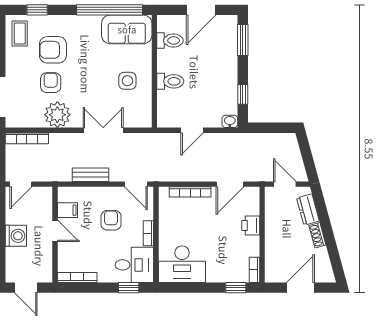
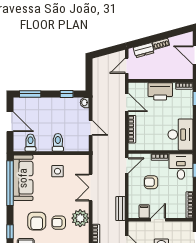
sofa: (127, 29) -> (23, 178), width x1.36
bench: (91, 175) -> (120, 209), moved
printer: (251, 226) -> (160, 91), width x1.87, depth x1.48

